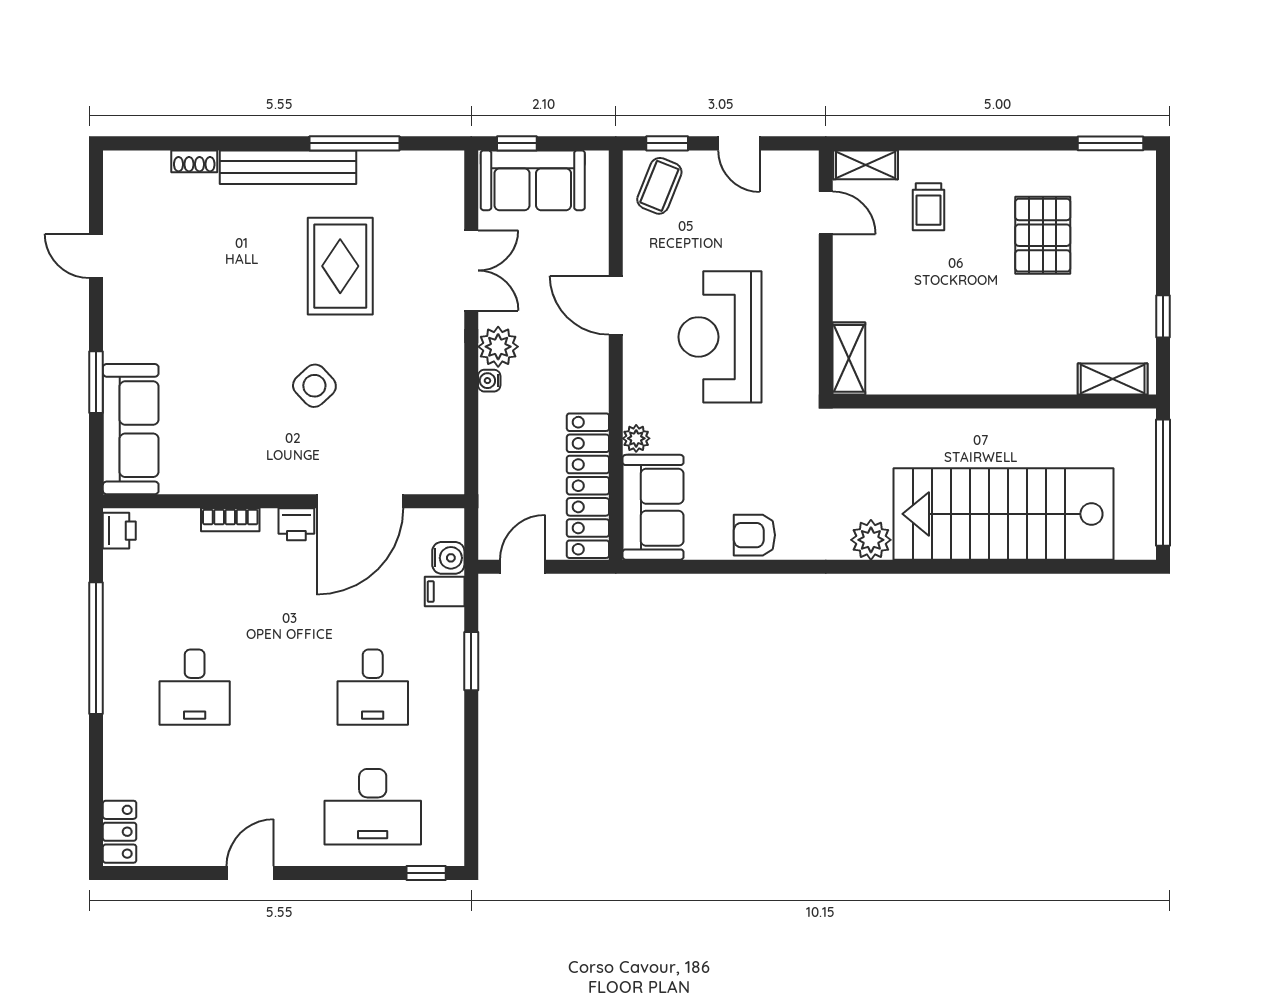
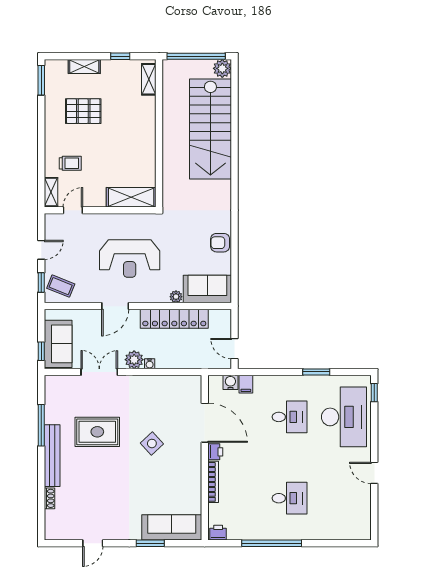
shelving: (1140, 237) -> (84, 67), added
shelving: (849, 358) -> (131, 197), width x1.50, depth x1.33
locker: (588, 486) -> (174, 319), moved
bookcase: (230, 520) -> (213, 482), width x1.56
armchair: (754, 535) -> (220, 243), turned 90
plant: (871, 540) -> (222, 68), moved
window: (471, 661) -> (316, 372), moved
desk: (373, 807) -> (344, 417), width x1.36, depth x1.30
locker: (120, 832) -> (355, 532), removed

